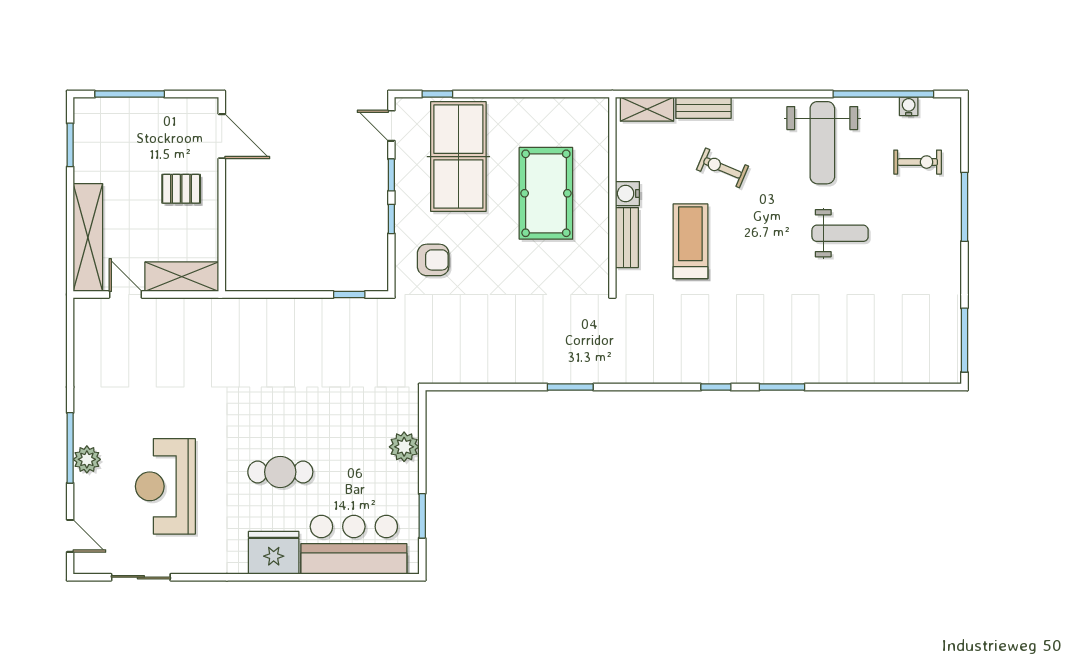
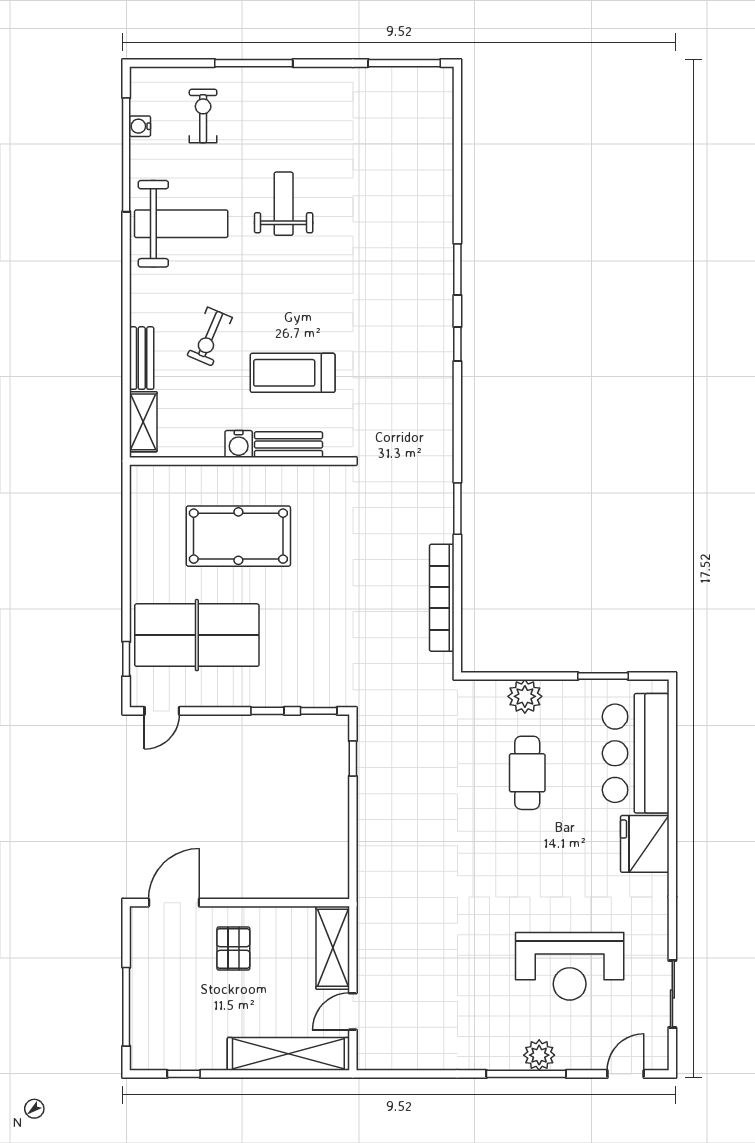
window: (70, 145) -> (184, 1074), width x0.67
window: (391, 175) -> (319, 711), moved
armchair: (433, 260) -> (314, 664), removed
bookcase: (491, 373) -> (442, 598), added
cafe table: (280, 472) -> (527, 773), moved

